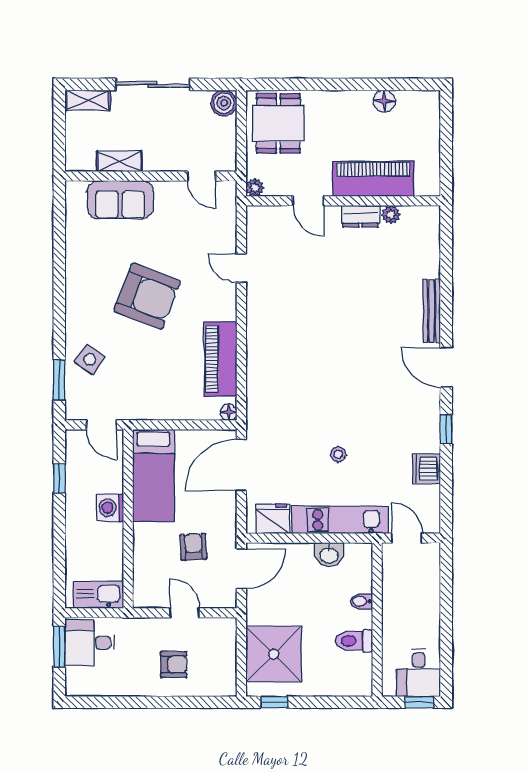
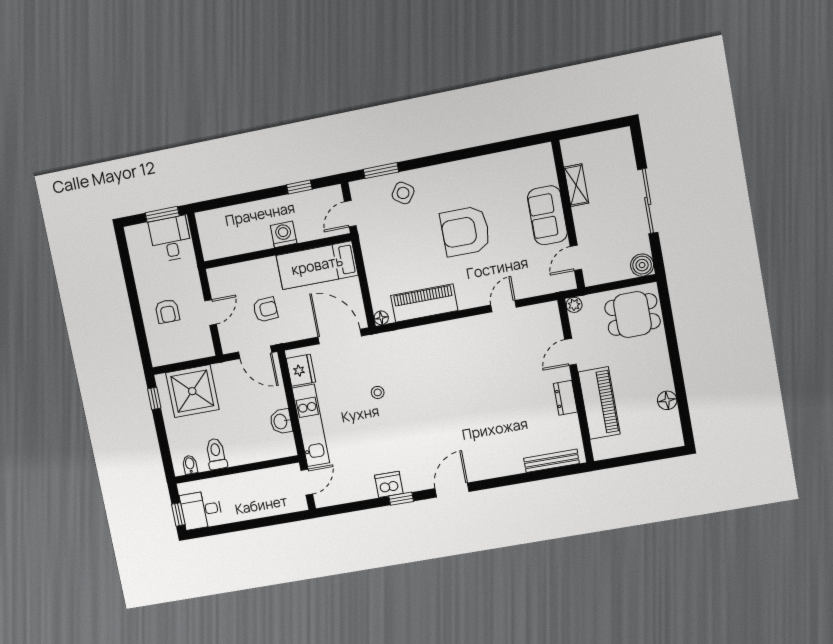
shelving: (87, 100) -> (624, 147), removed
sofa: (120, 200) -> (547, 215), moved
plant: (391, 215) -> (571, 423), removed
armchair: (147, 296) -> (465, 231), turned 69
bench: (432, 311) -> (551, 461), moved
stool: (338, 454) -> (378, 392), moved
dishwasher: (427, 469) -> (389, 484), moved
kitchen sink: (99, 595) -> (211, 239), removed
bidet: (361, 601) -> (190, 465), moved

